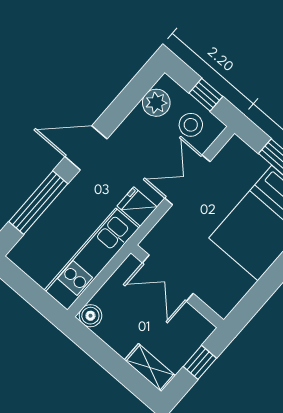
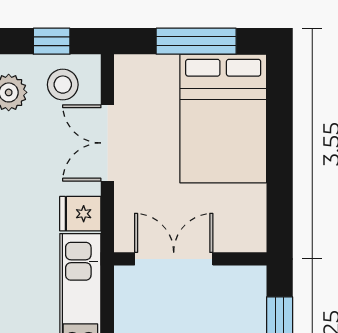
double door: (168, 278) -> (174, 259), swing flipped

